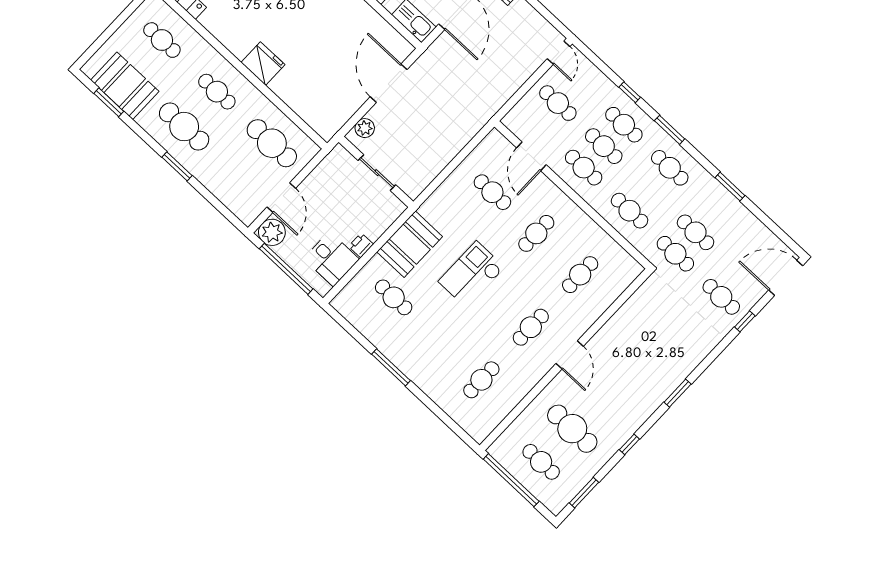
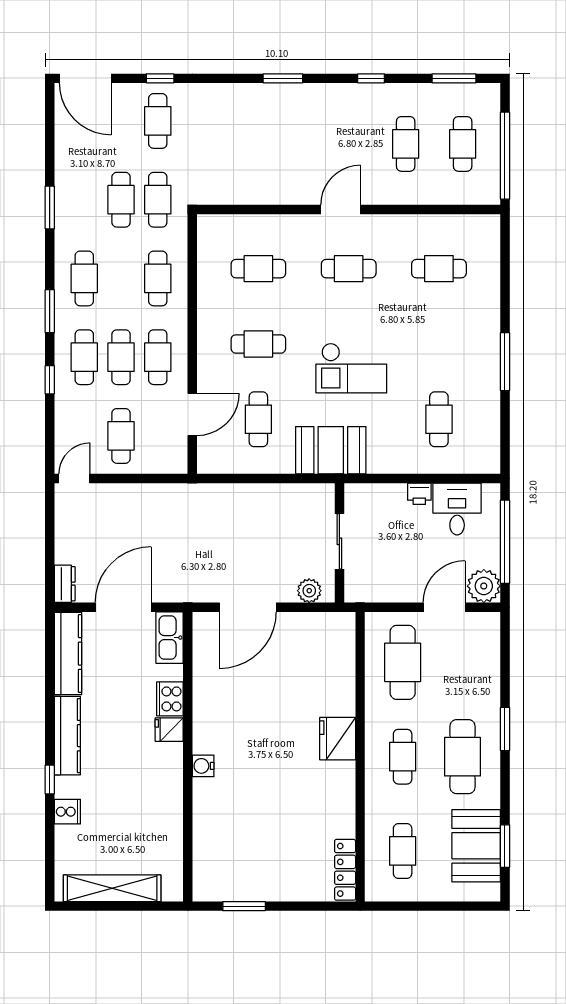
booth: (410, 244) -> (331, 450), moved
cafe table: (572, 429) -> (406, 144), width x0.73, depth x0.74

